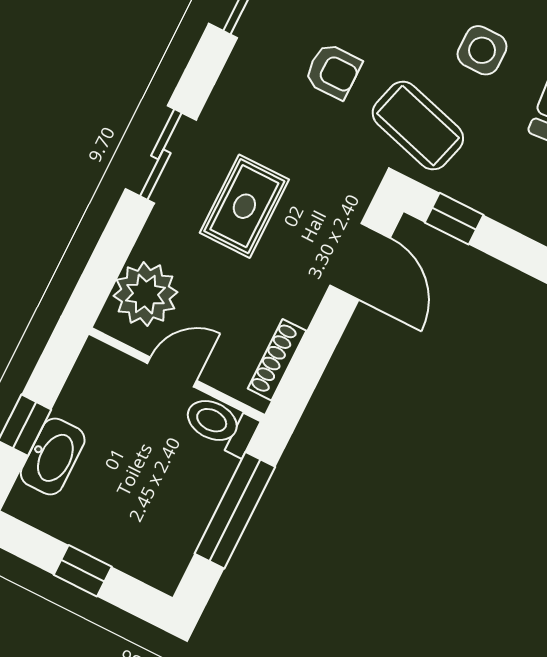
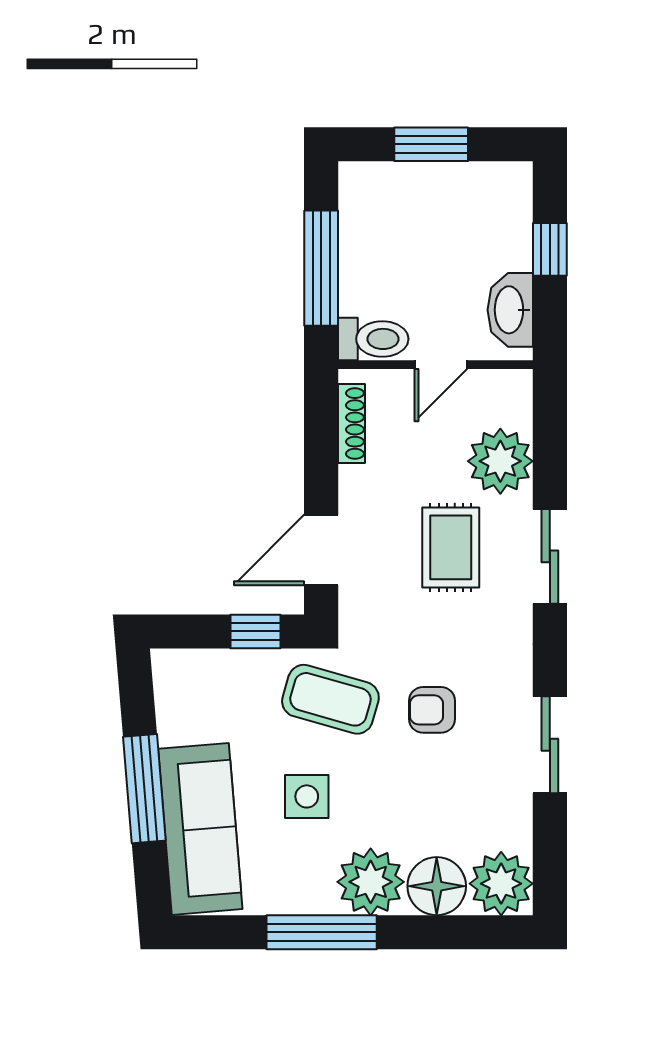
door: (360, 262) -> (321, 550), hinge flipped
plant: (145, 294) -> (500, 461), moved
washbasin: (53, 456) -> (510, 310), moved
window: (83, 571) -> (431, 144), width x1.50

